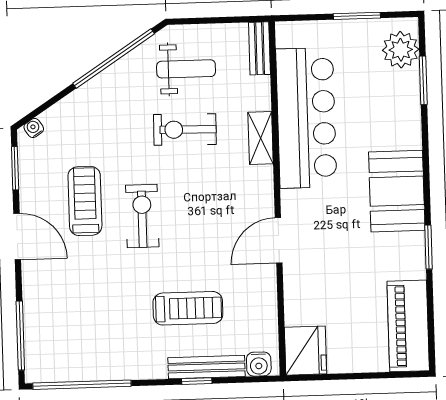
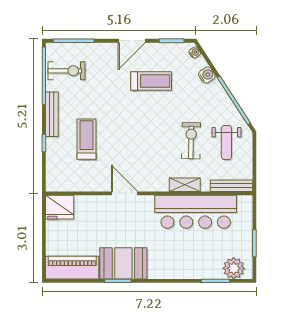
bench: (259, 48) -> (231, 186), width x1.36
booth: (397, 191) -> (123, 263), moved
exercise bike: (142, 216) -> (67, 71), moved
treadmill: (188, 308) -> (87, 139), turned 180
water cooler: (259, 364) -> (207, 75), moved, turned 147
bench: (206, 367) -> (52, 114), moved

